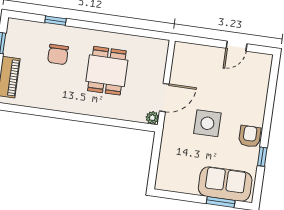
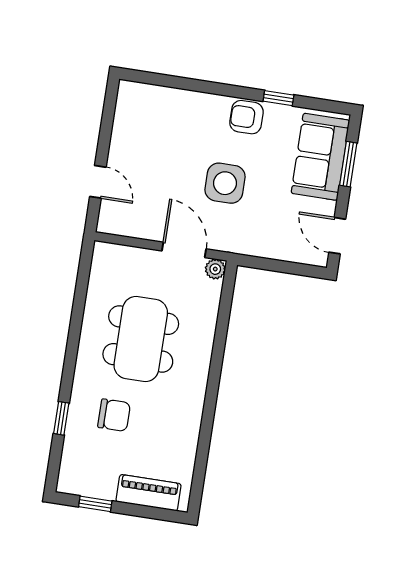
door: (237, 46) -> (98, 182), moved
dining table: (107, 71) -> (141, 339), width x1.38
door: (175, 196) -> (337, 236), added

